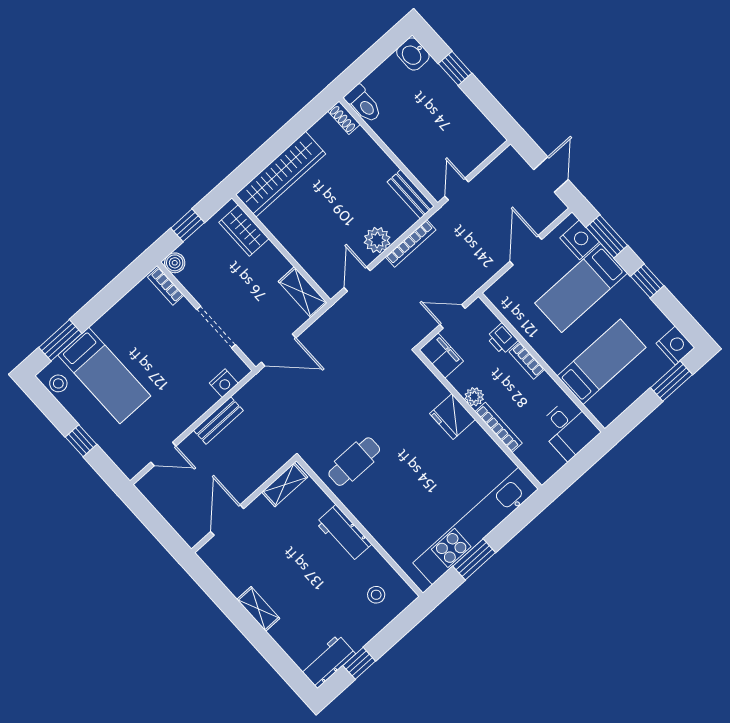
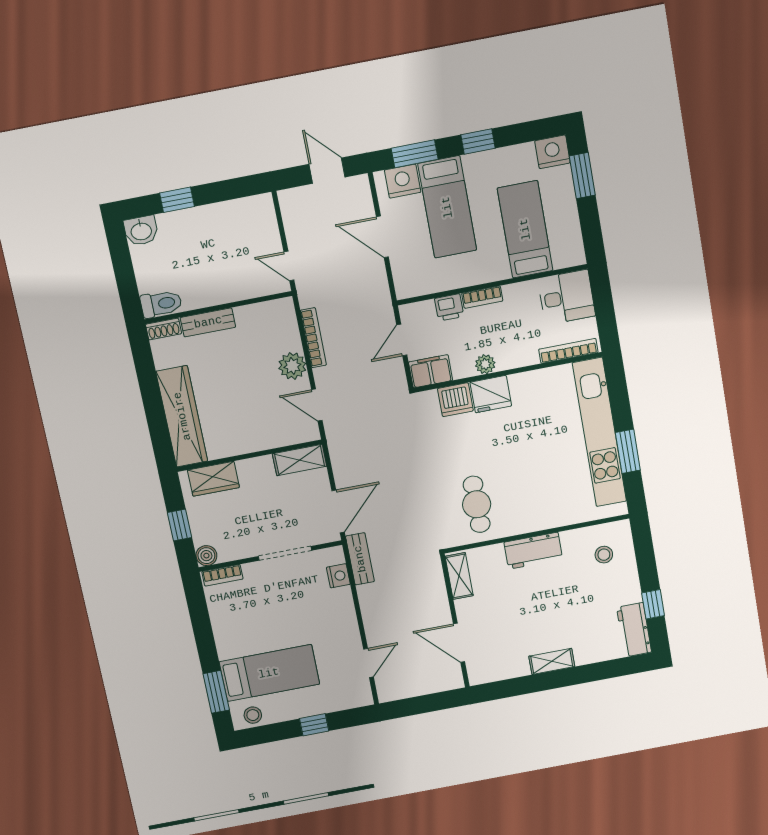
bench: (411, 194) -> (208, 322), moved
dishwasher: (430, 390) -> (455, 400), added
bench: (218, 420) -> (360, 559), moved
bookcase: (499, 427) -> (568, 351), moved

